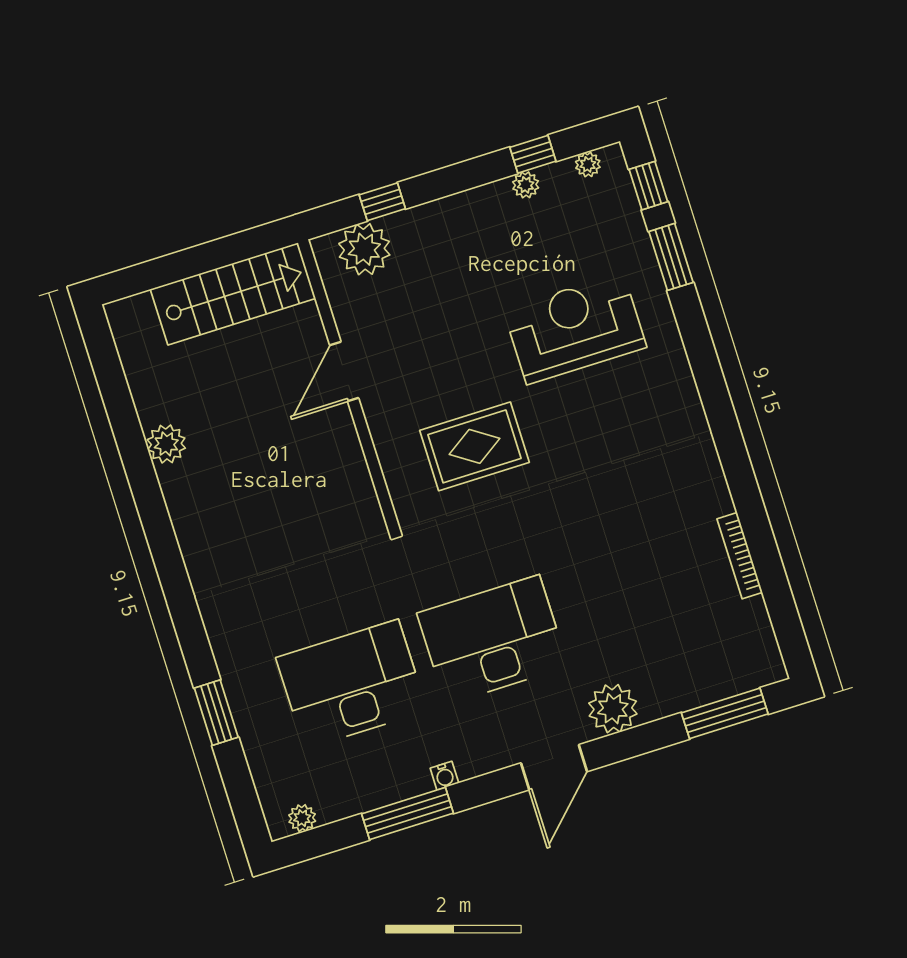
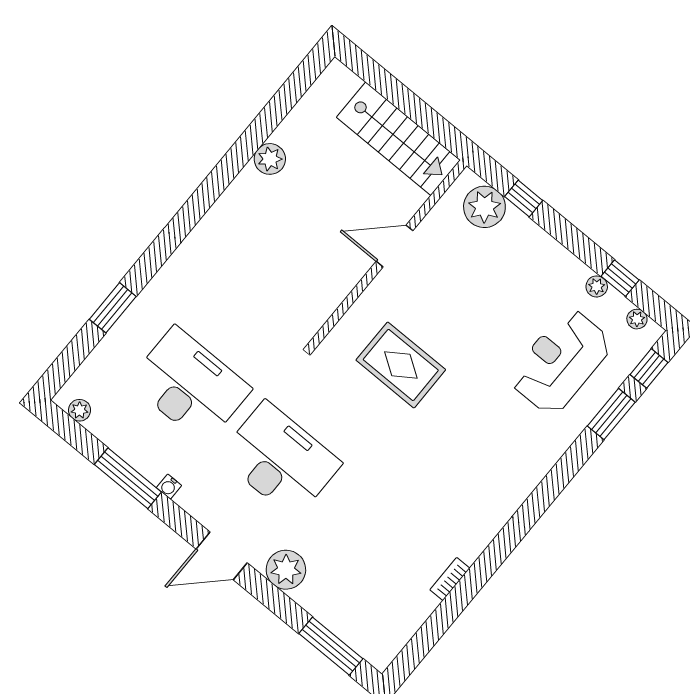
reception desk: (575, 328) -> (561, 362), moved, turned -90
bookcase: (740, 556) -> (450, 579), width x0.64

